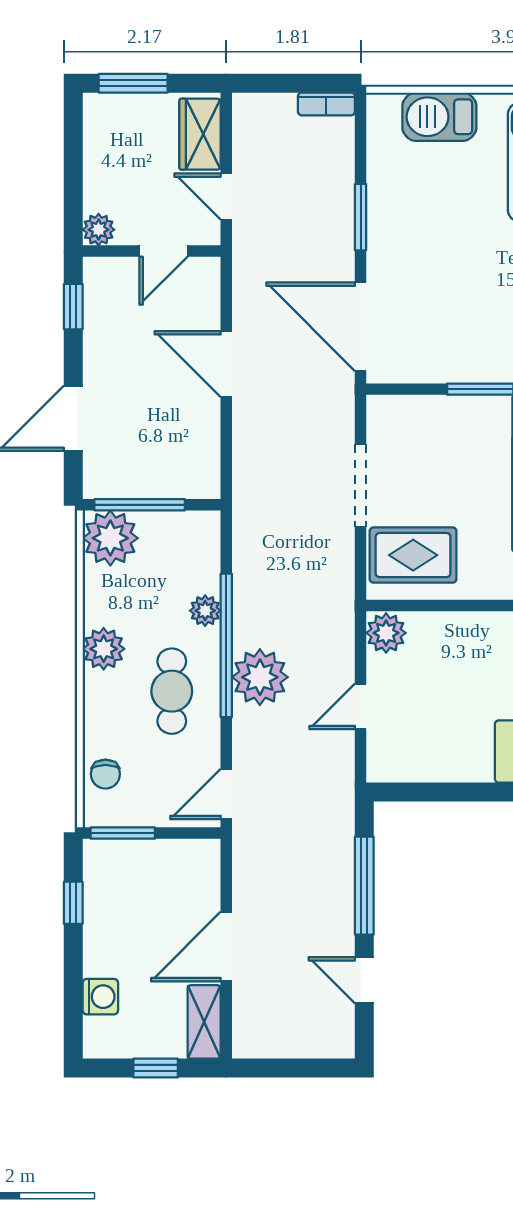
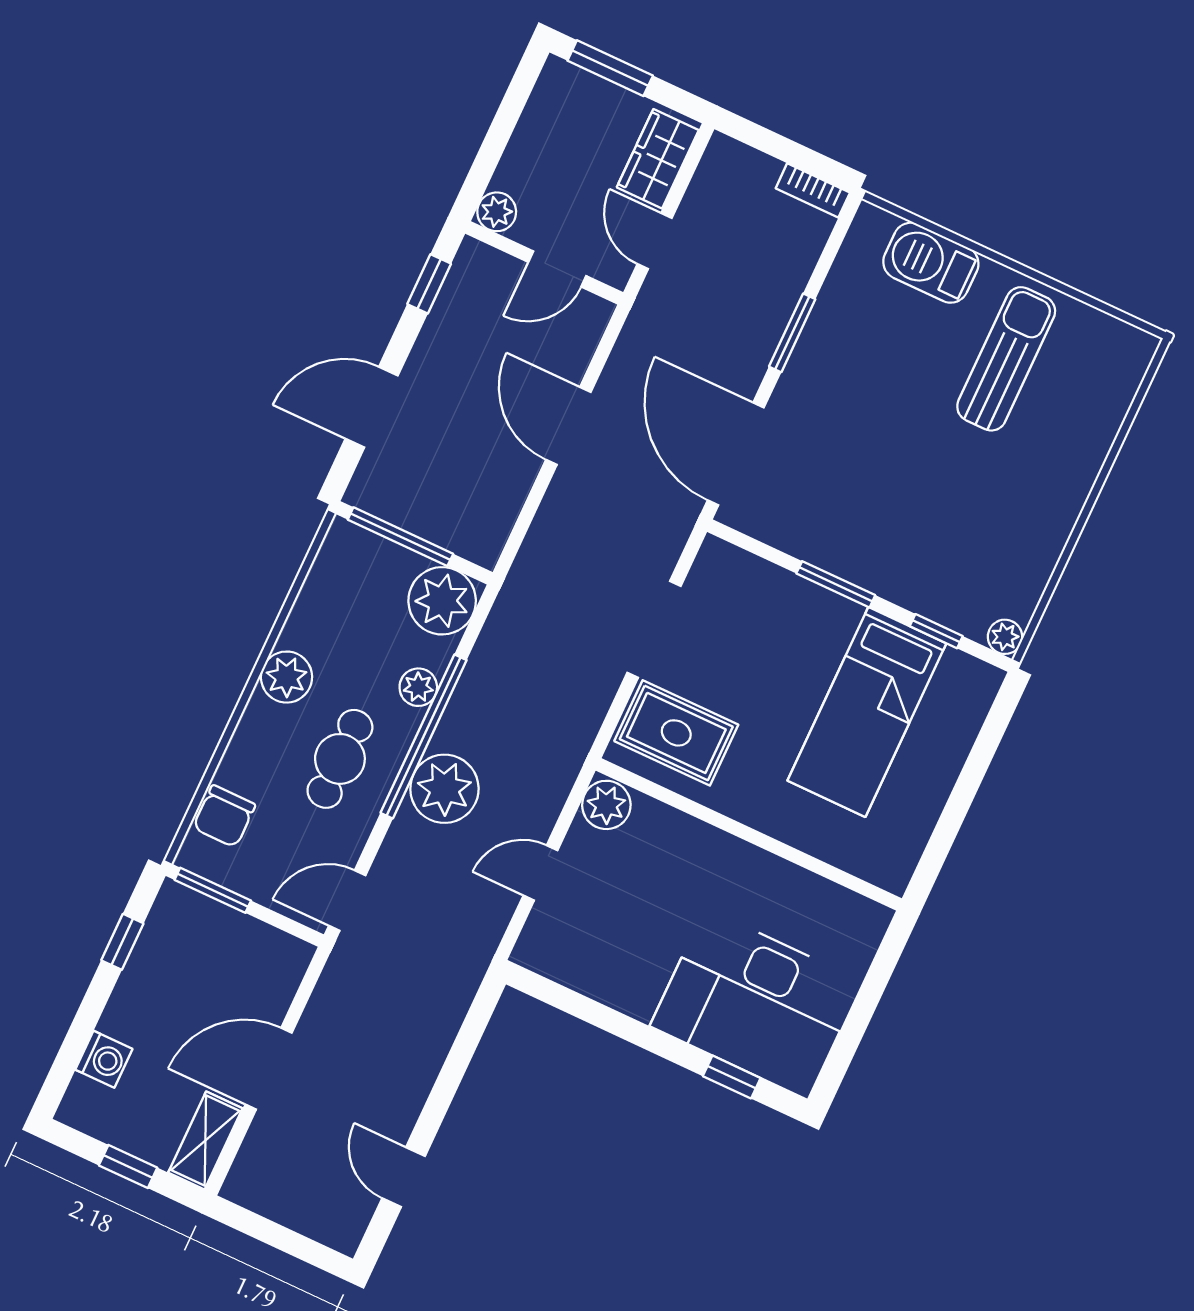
plant: (110, 538) -> (442, 601), moved
chair: (105, 774) -> (224, 816), width x1.37, depth x1.37
window: (364, 886) -> (452, 1073), removed

